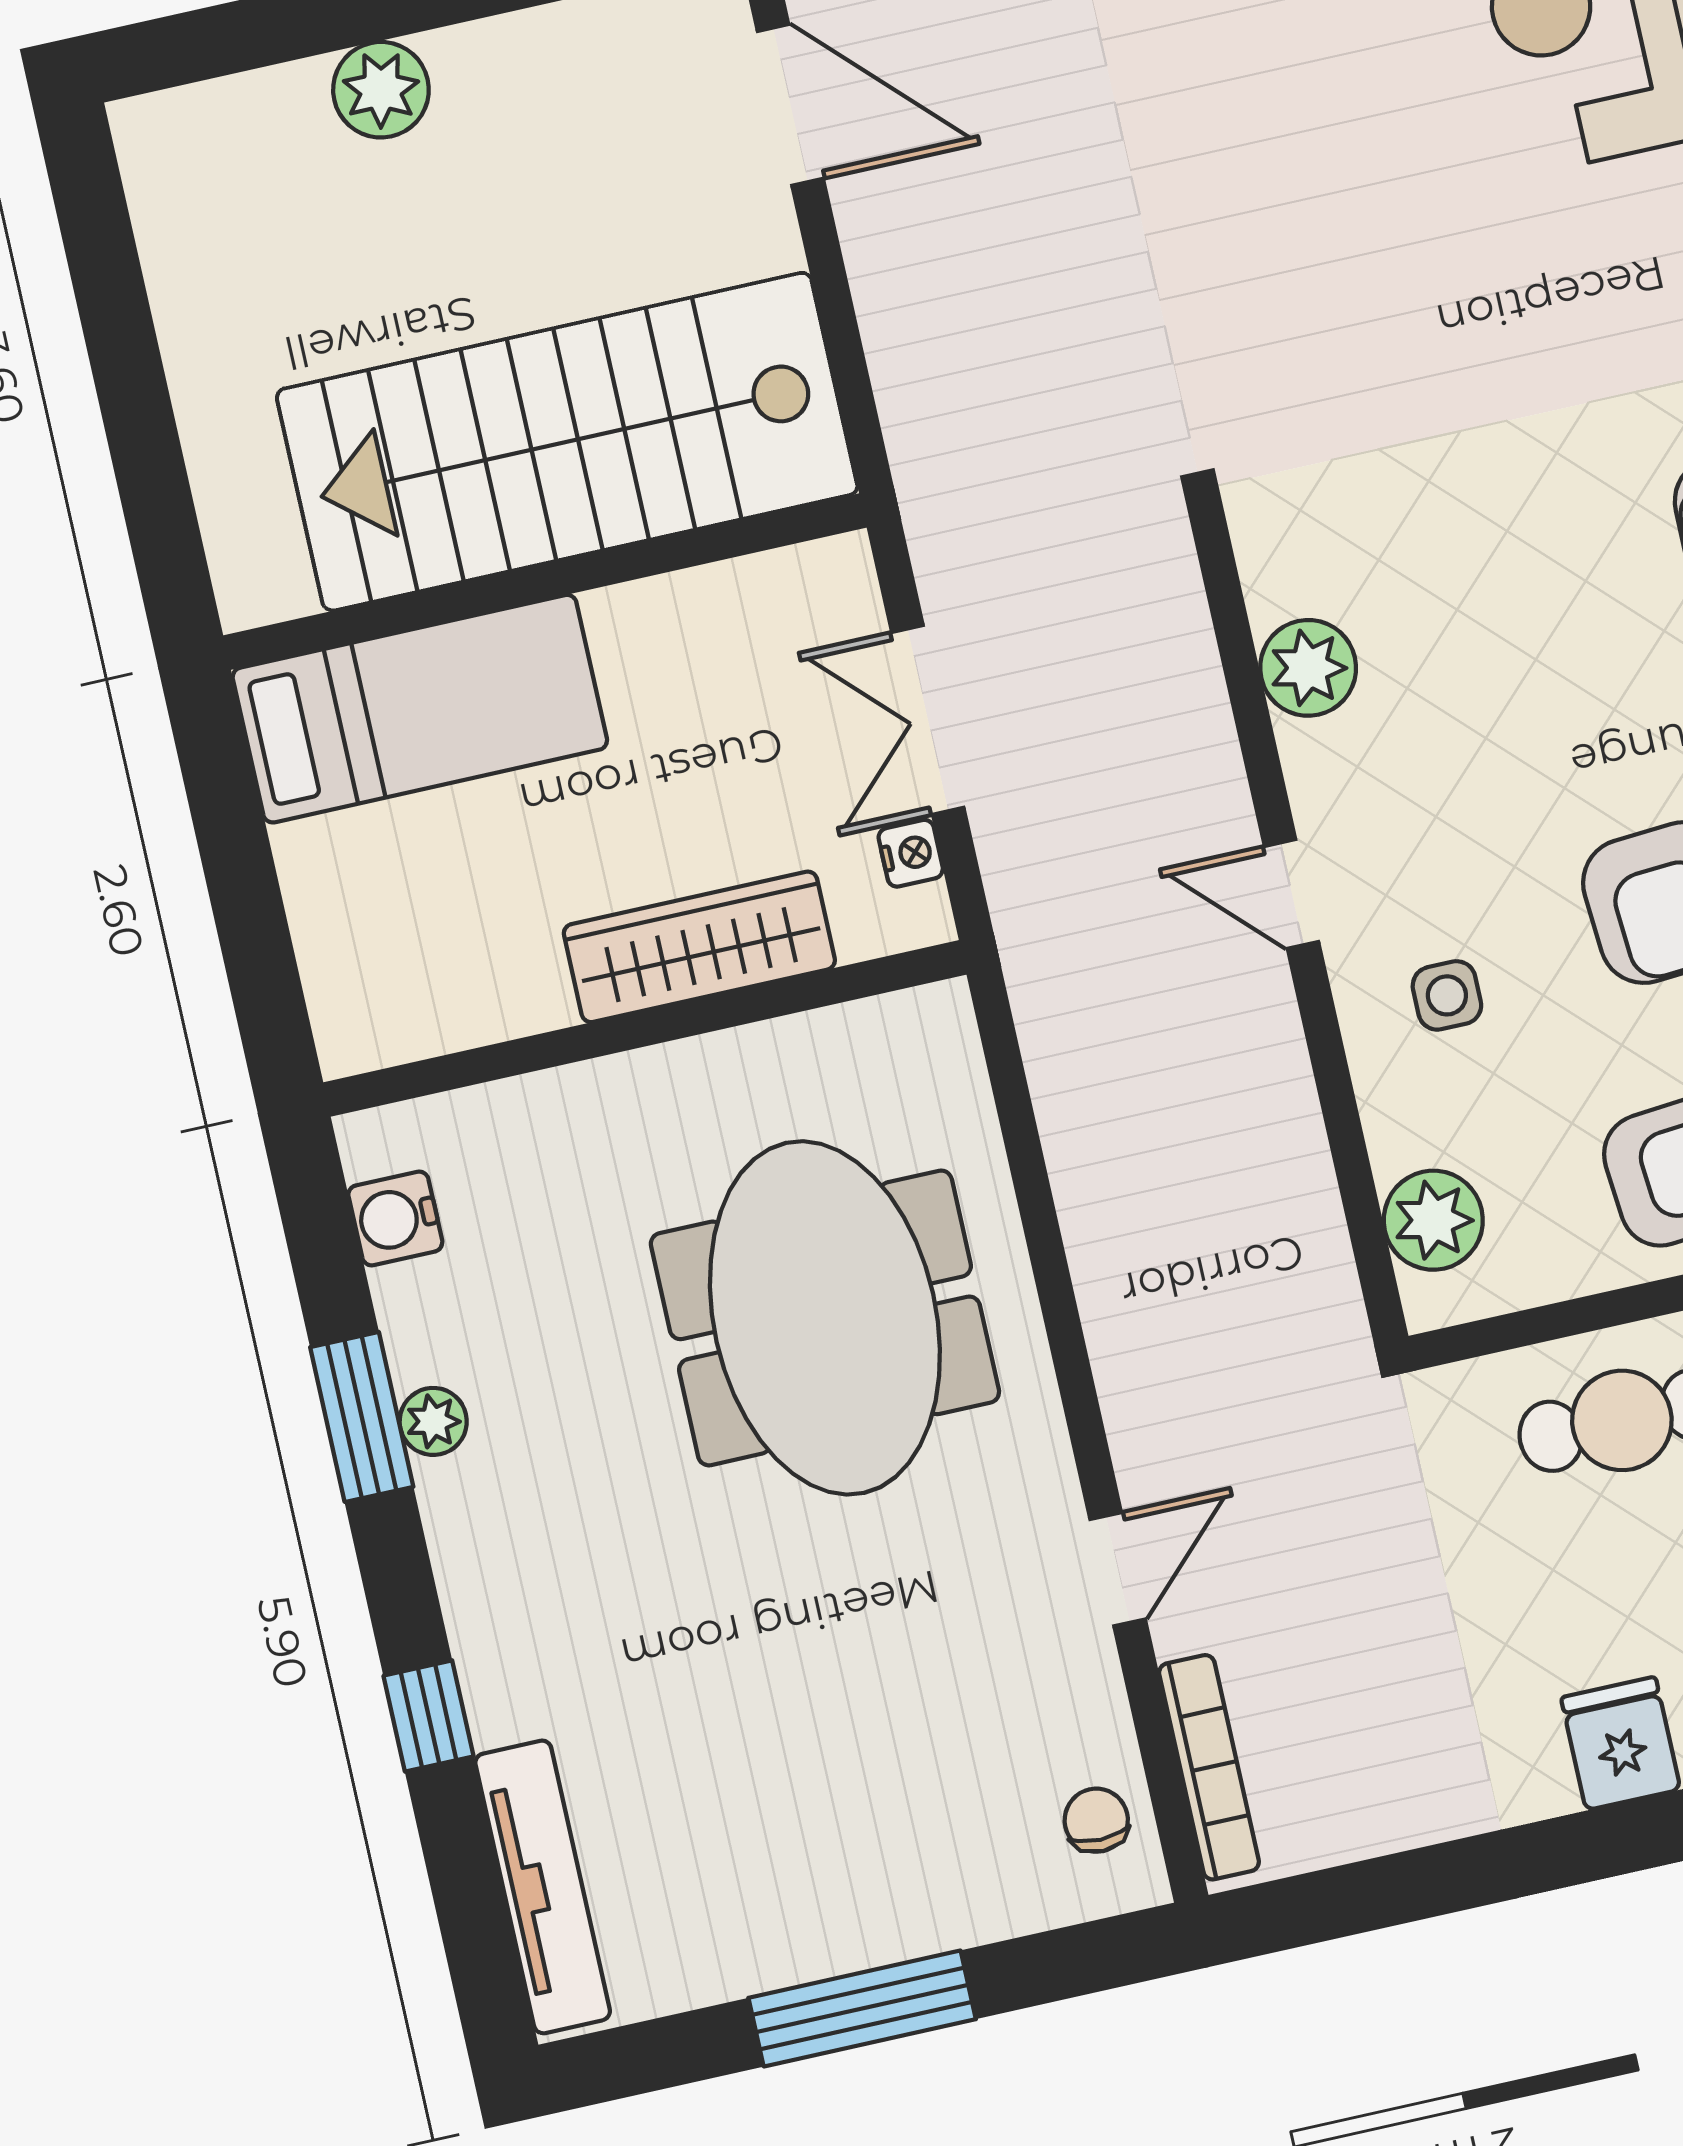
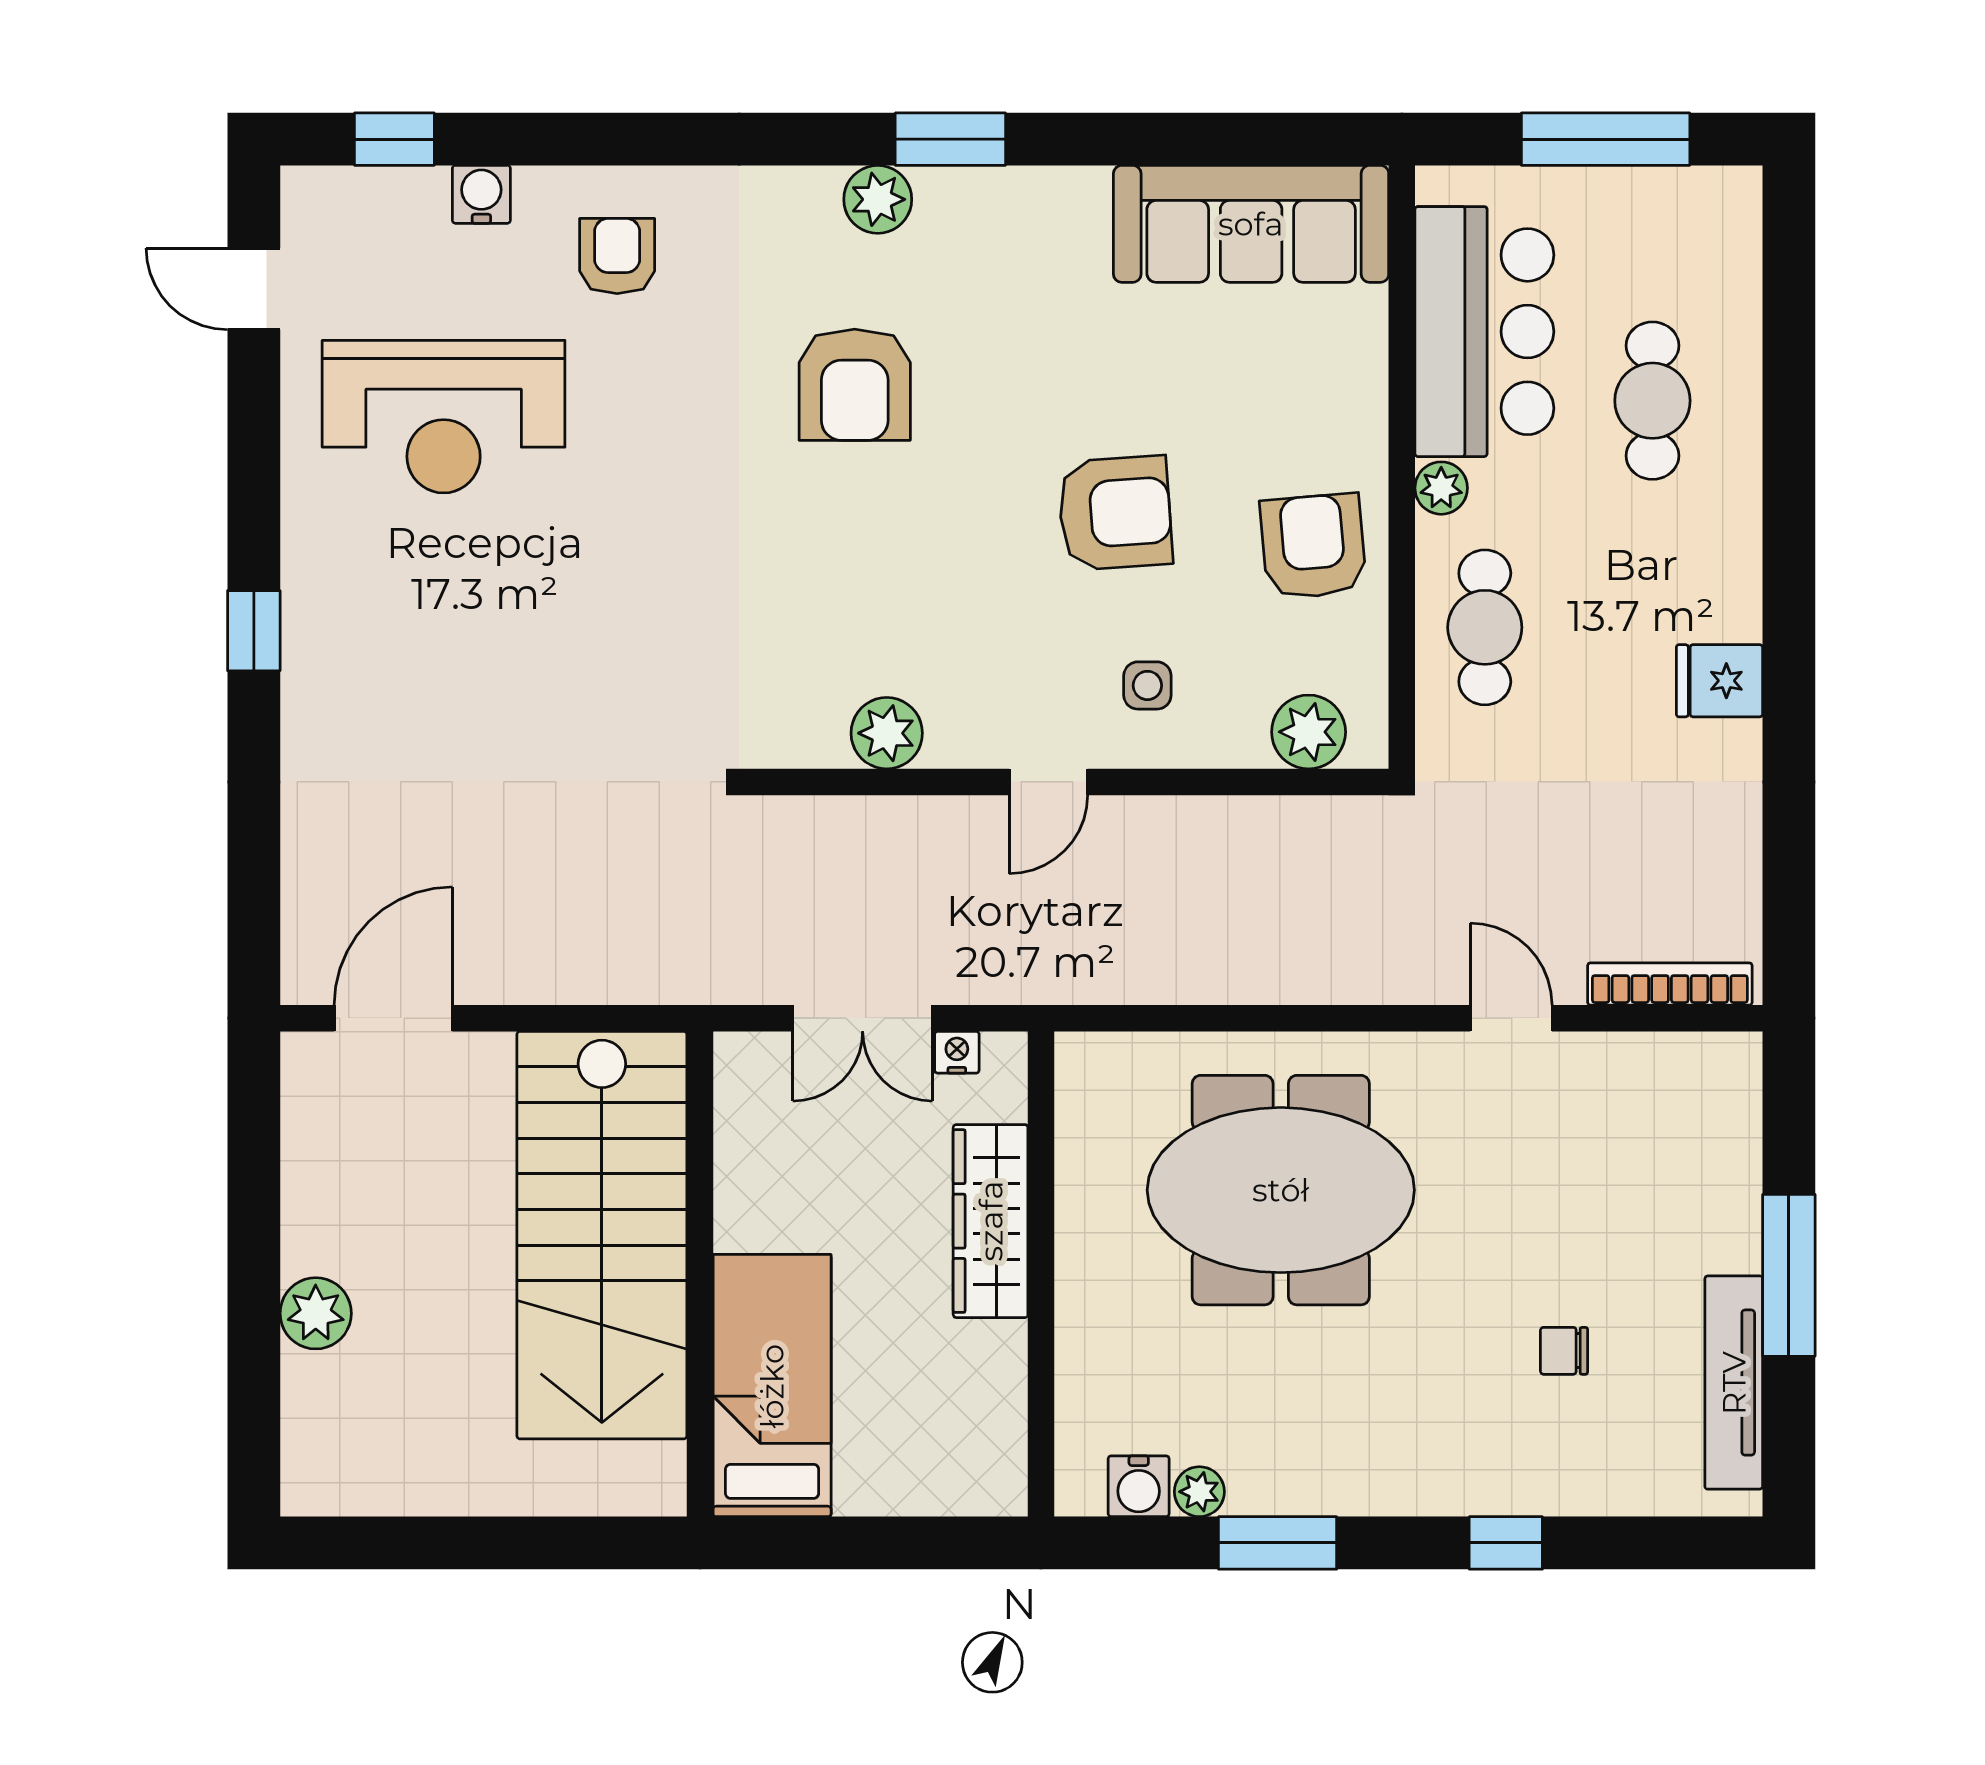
plant: (433, 1421) -> (1199, 1492), moved
chair: (1096, 1820) -> (1564, 1351), moved
tv unit: (543, 1887) -> (1734, 1383), moved, turned -90

